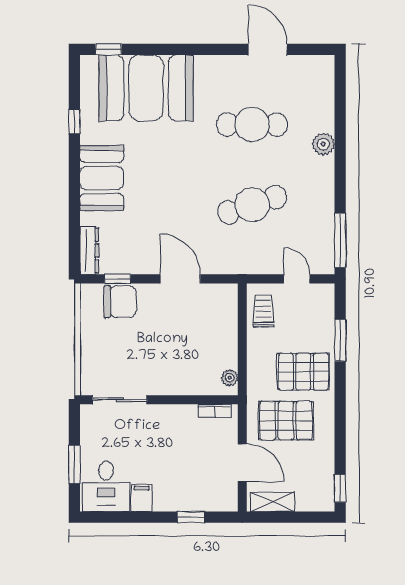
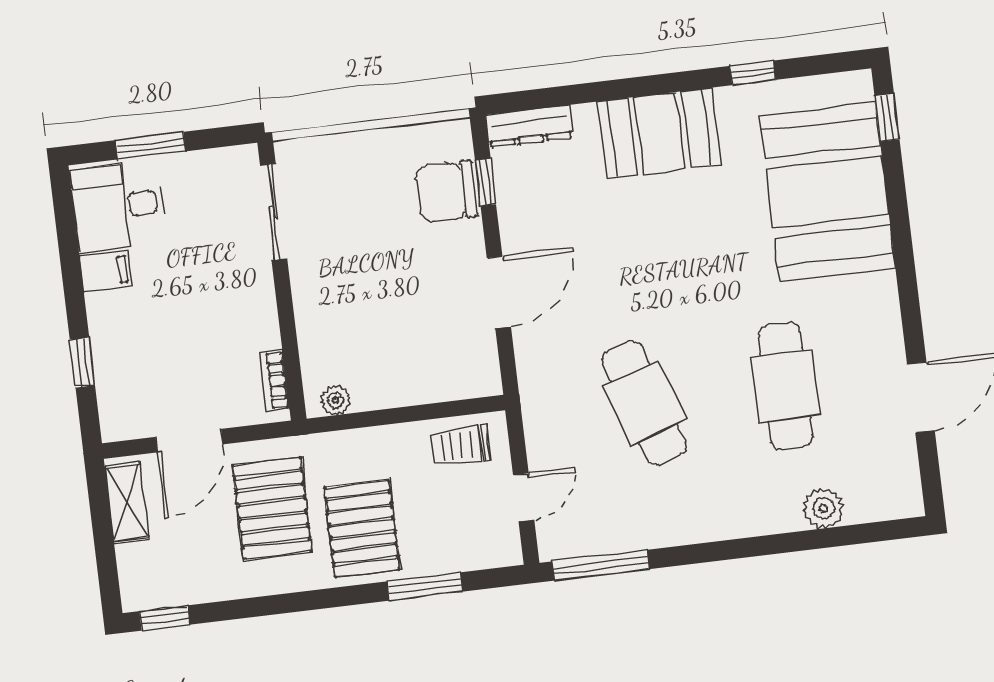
plant: (323, 144) -> (823, 508), moved
chair: (120, 302) -> (446, 191), turned 90
trolley: (263, 311) -> (460, 445), turned 180

